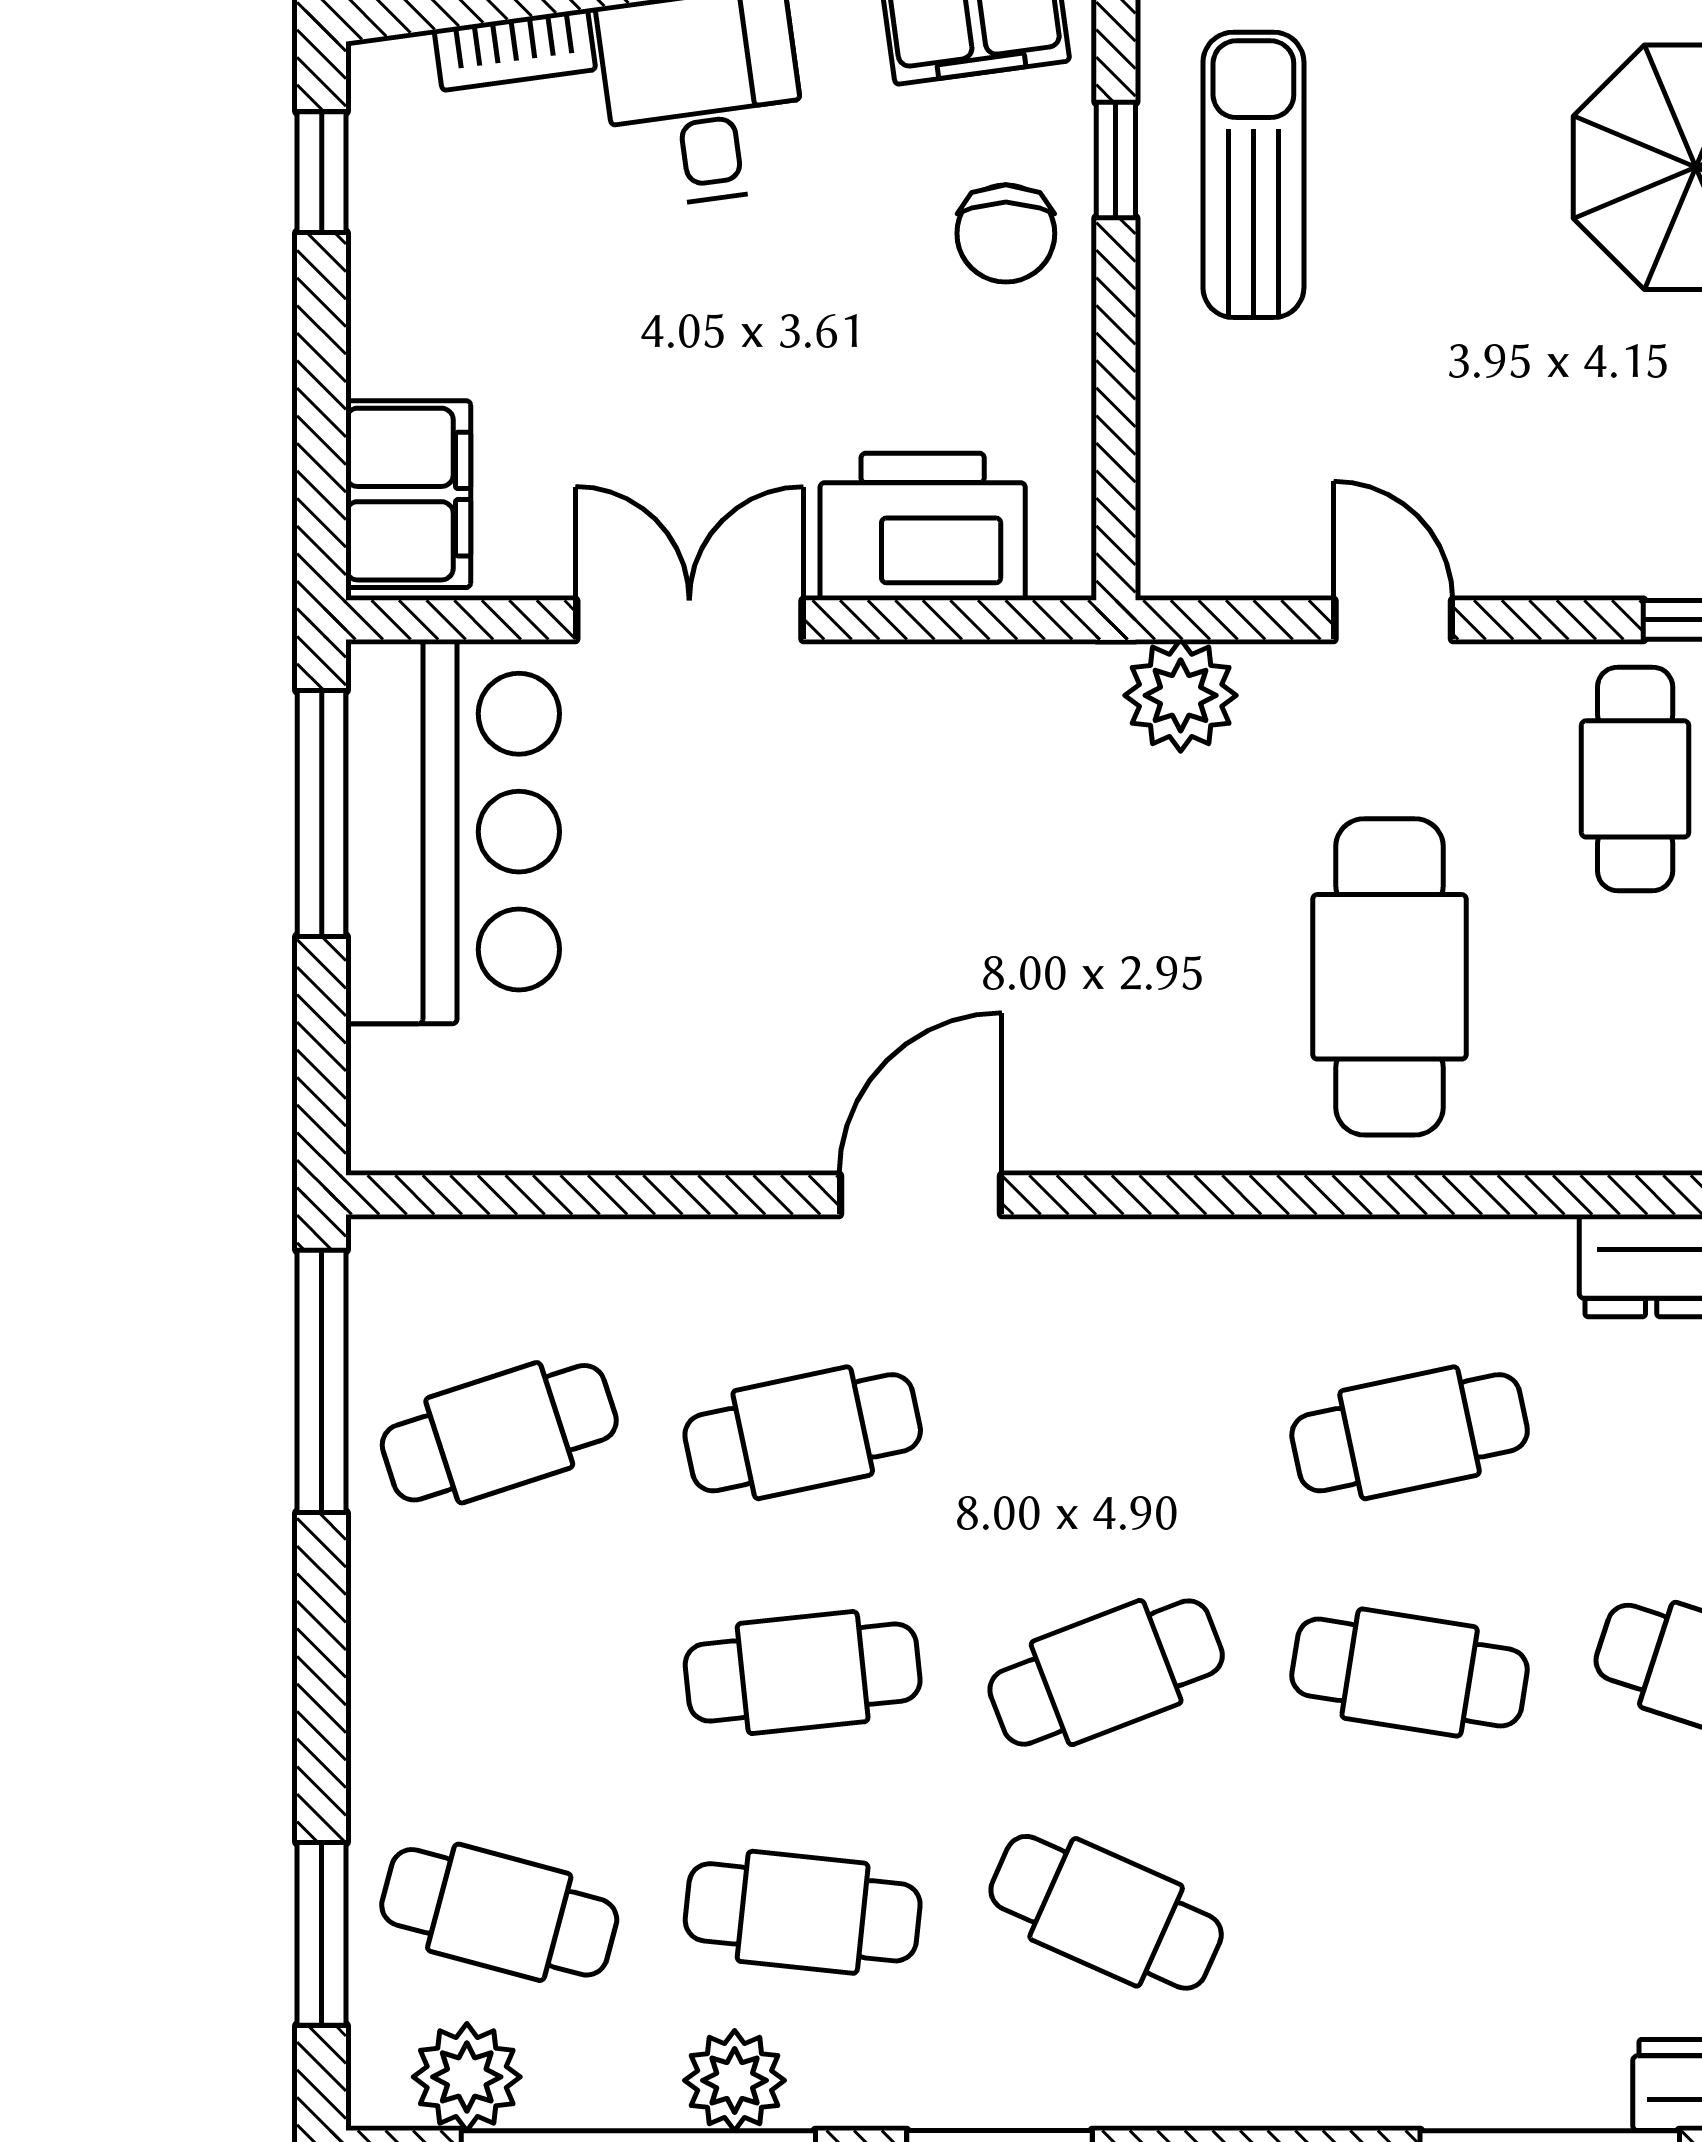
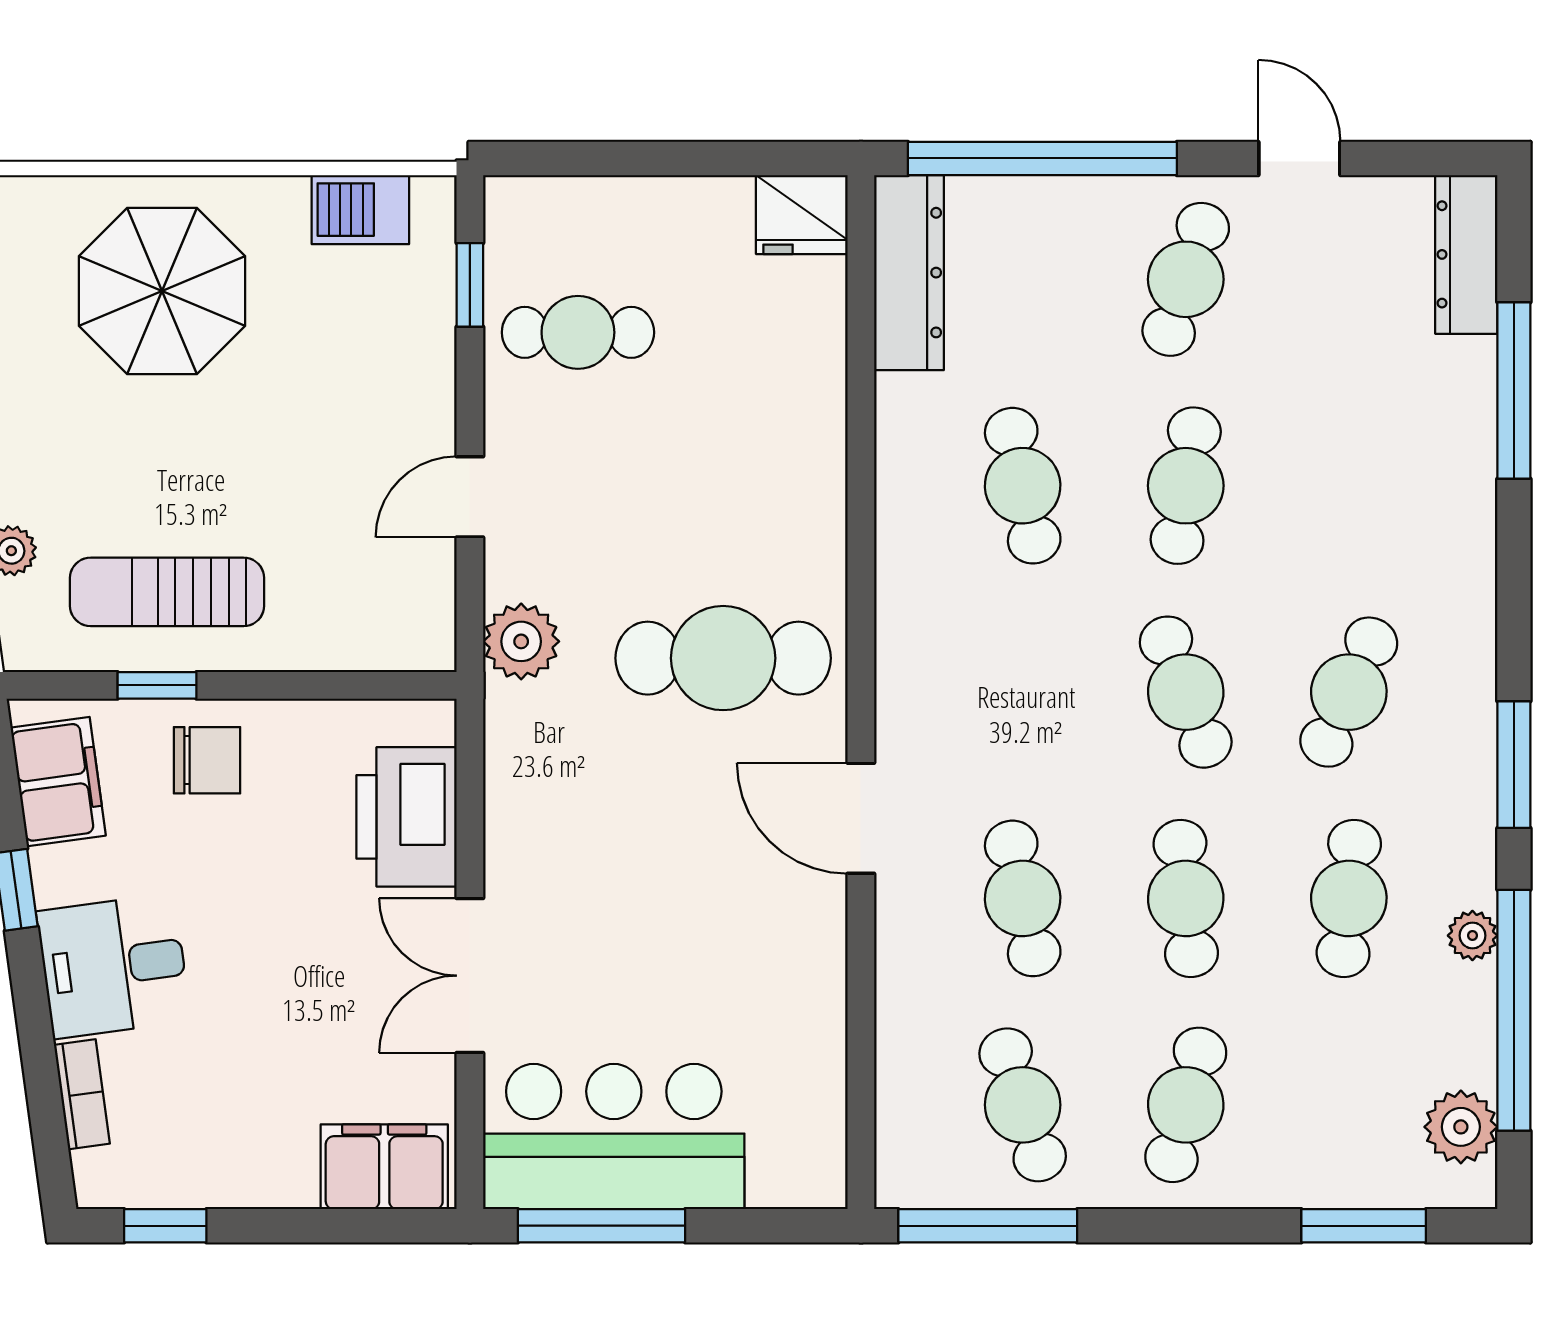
cafe table: (1390, 977) -> (723, 658), moved
cafe table: (499, 1912) -> (1186, 1105), moved
plant: (735, 2080) -> (1472, 936), width x0.73, depth x0.73

